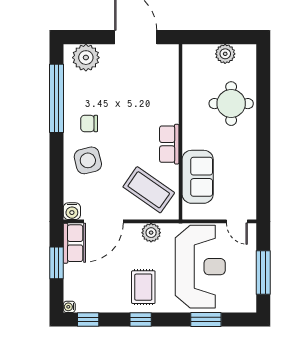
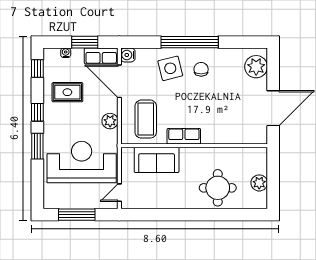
window: (57, 98) -> (190, 42), moved
coffee table: (149, 190) -> (146, 119), turned -35
reception desk: (200, 267) -> (82, 162), turned 180
rug: (143, 287) -> (67, 92), moved
water cooler: (69, 307) -> (66, 53), moved
window: (206, 320) -> (37, 146), moved

